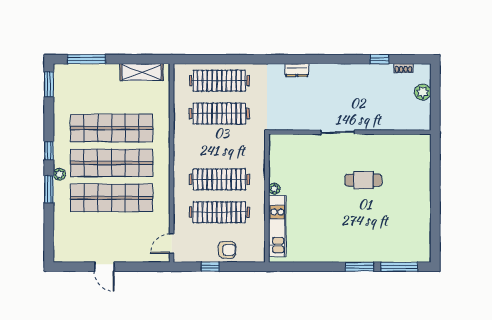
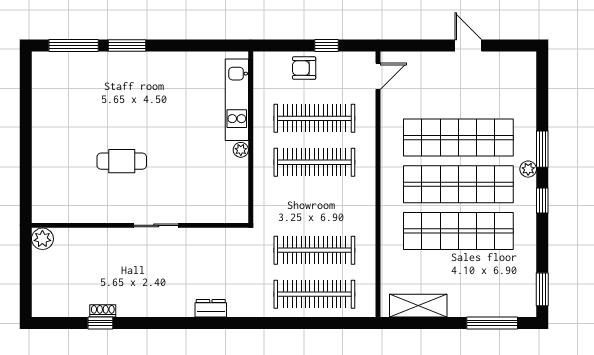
shoe rack: (403, 68) -> (103, 311), moved
plant: (423, 92) -> (42, 239), moved

